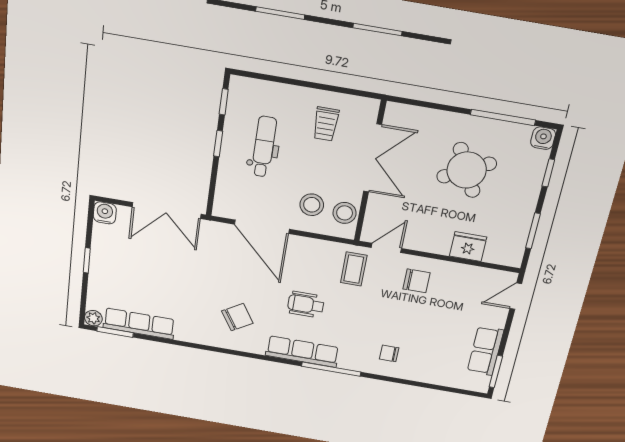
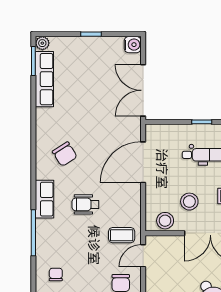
stool: (312, 205) -> (189, 202), moved
door: (386, 248) -> (143, 256), swing flipped
wheelchair: (306, 304) -> (85, 204), turned -90
row of seats: (302, 352) -> (44, 199), width x0.68

